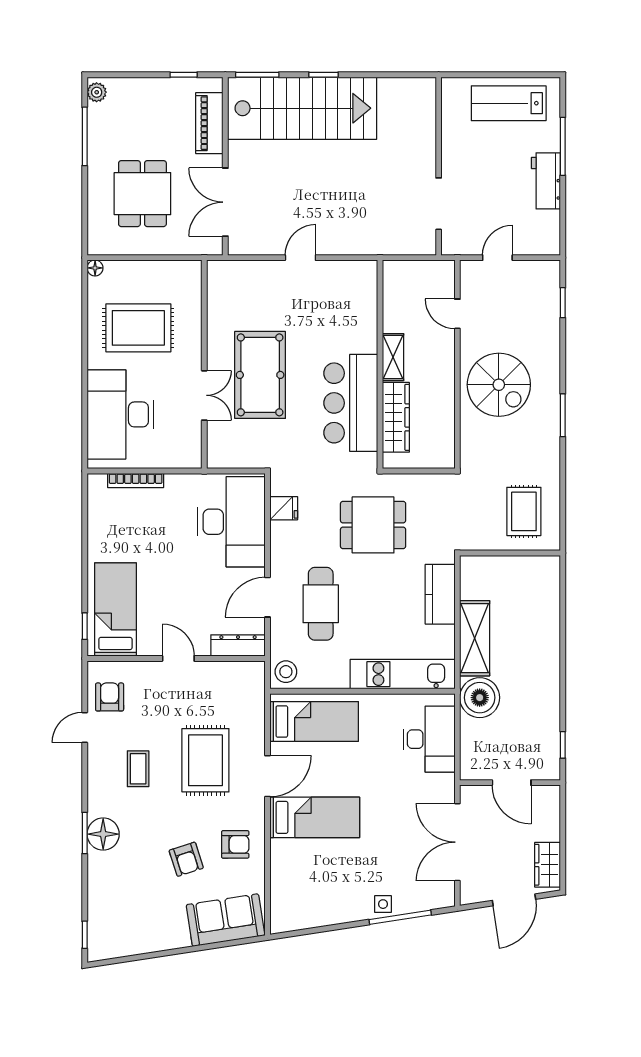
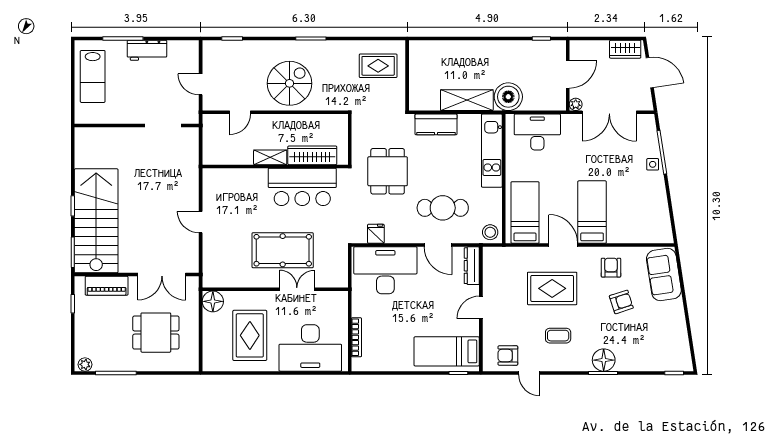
floor lamp: (95, 268) -> (213, 301), moved, width x1.89, depth x1.89
plant: (469, 794) -> (576, 104), added

